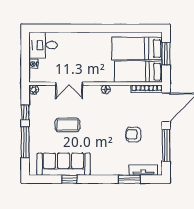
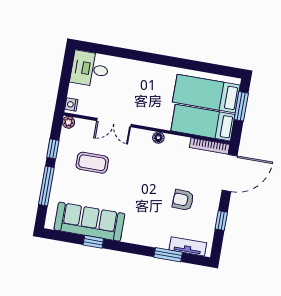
nightstand: (33, 64) -> (71, 104), moved
coffee table: (68, 125) -> (92, 163), moved
window: (166, 145) -> (221, 221), width x0.46

